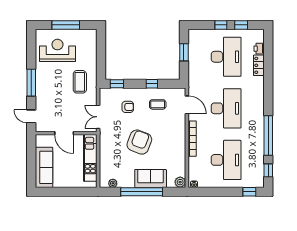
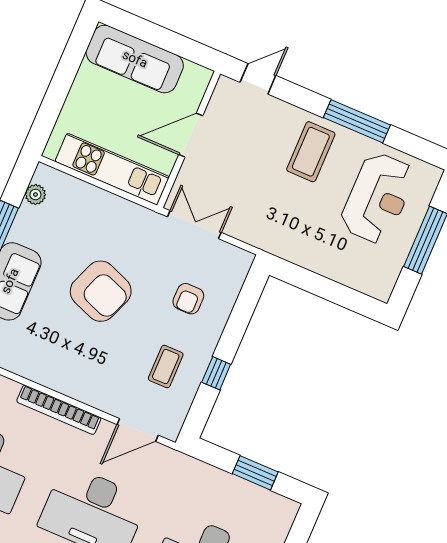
coffee table: (80, 82) -> (311, 152), moved, turned 90
window: (31, 83) -> (357, 121), moved
window: (117, 84) -> (249, 297), removed

